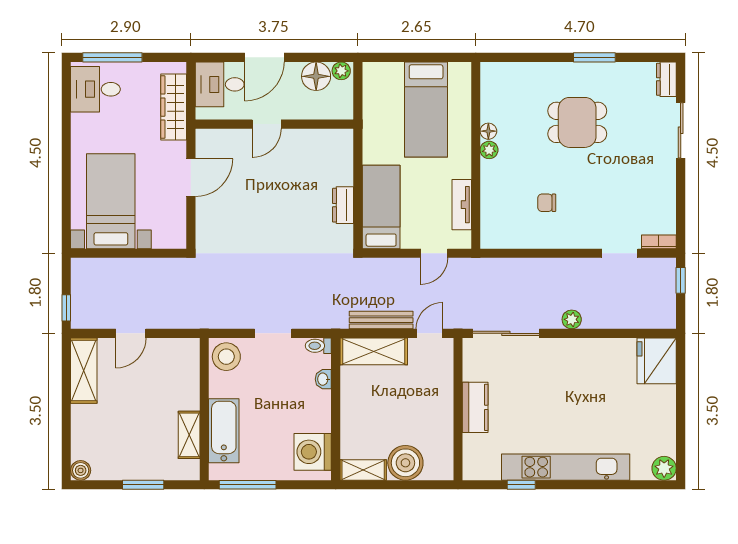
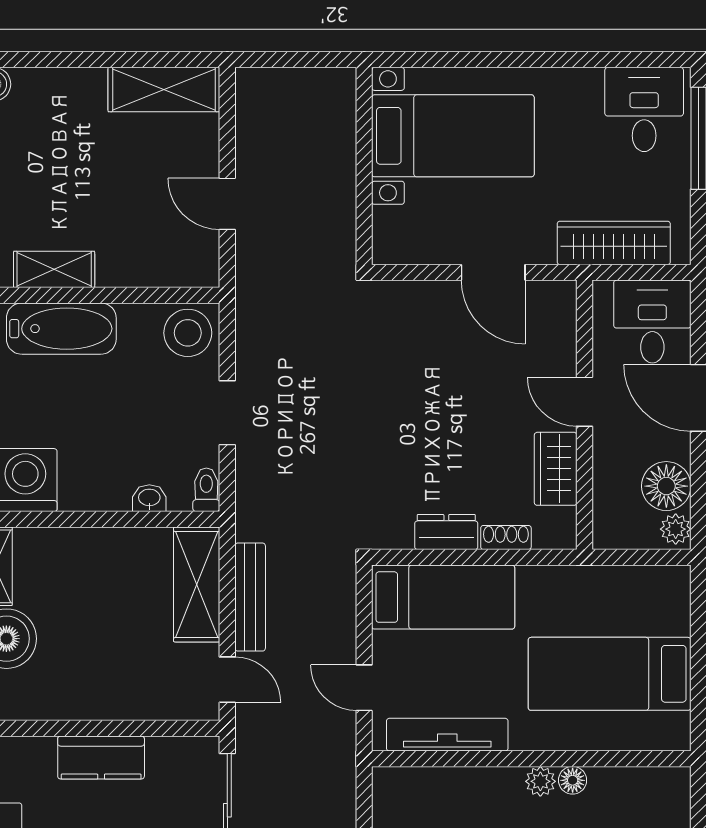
wardrobe: (306, 141) -> (556, 469), added
shoe rack: (346, 170) -> (506, 537), added
tv unit: (462, 205) -> (447, 735), width x1.41
window: (66, 308) -> (271, 60), removed
door: (131, 333) -> (227, 204), moved

